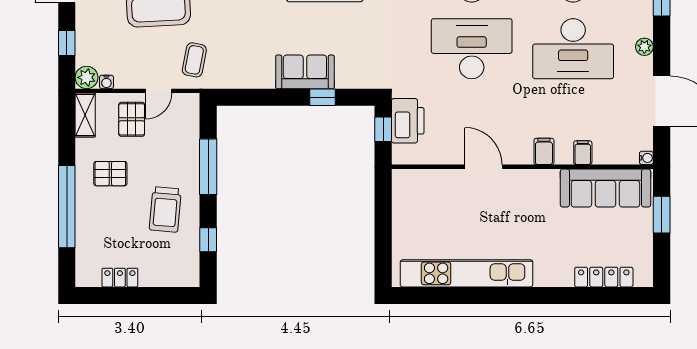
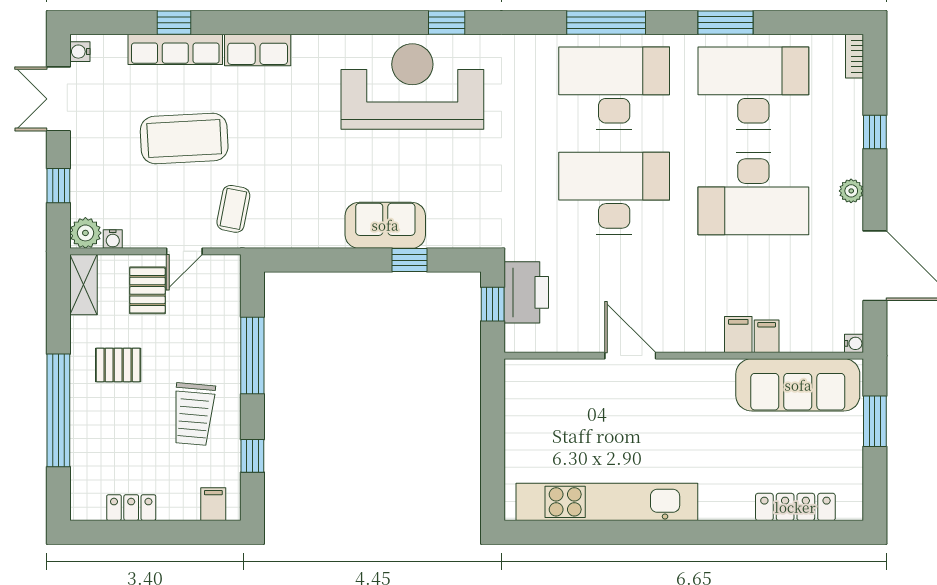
filing cabinet: (544, 151) -> (738, 335), moved
filing cabinet: (180, 275) -> (213, 504), added

